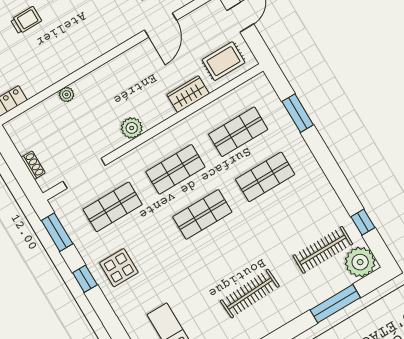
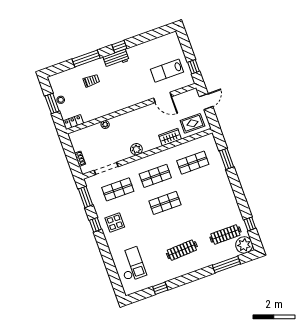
door: (160, 25) -> (163, 97), hinge flipped
shop shelf: (265, 177) -> (202, 189), removed

